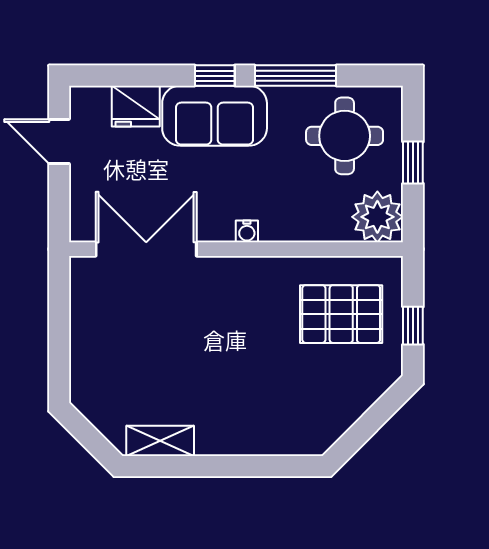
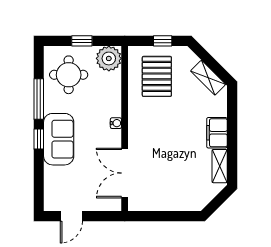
fridge: (136, 106) -> (54, 178), removed
shelving: (339, 418) -> (208, 78), added
filing cabinet: (227, 435) -> (217, 133), added

